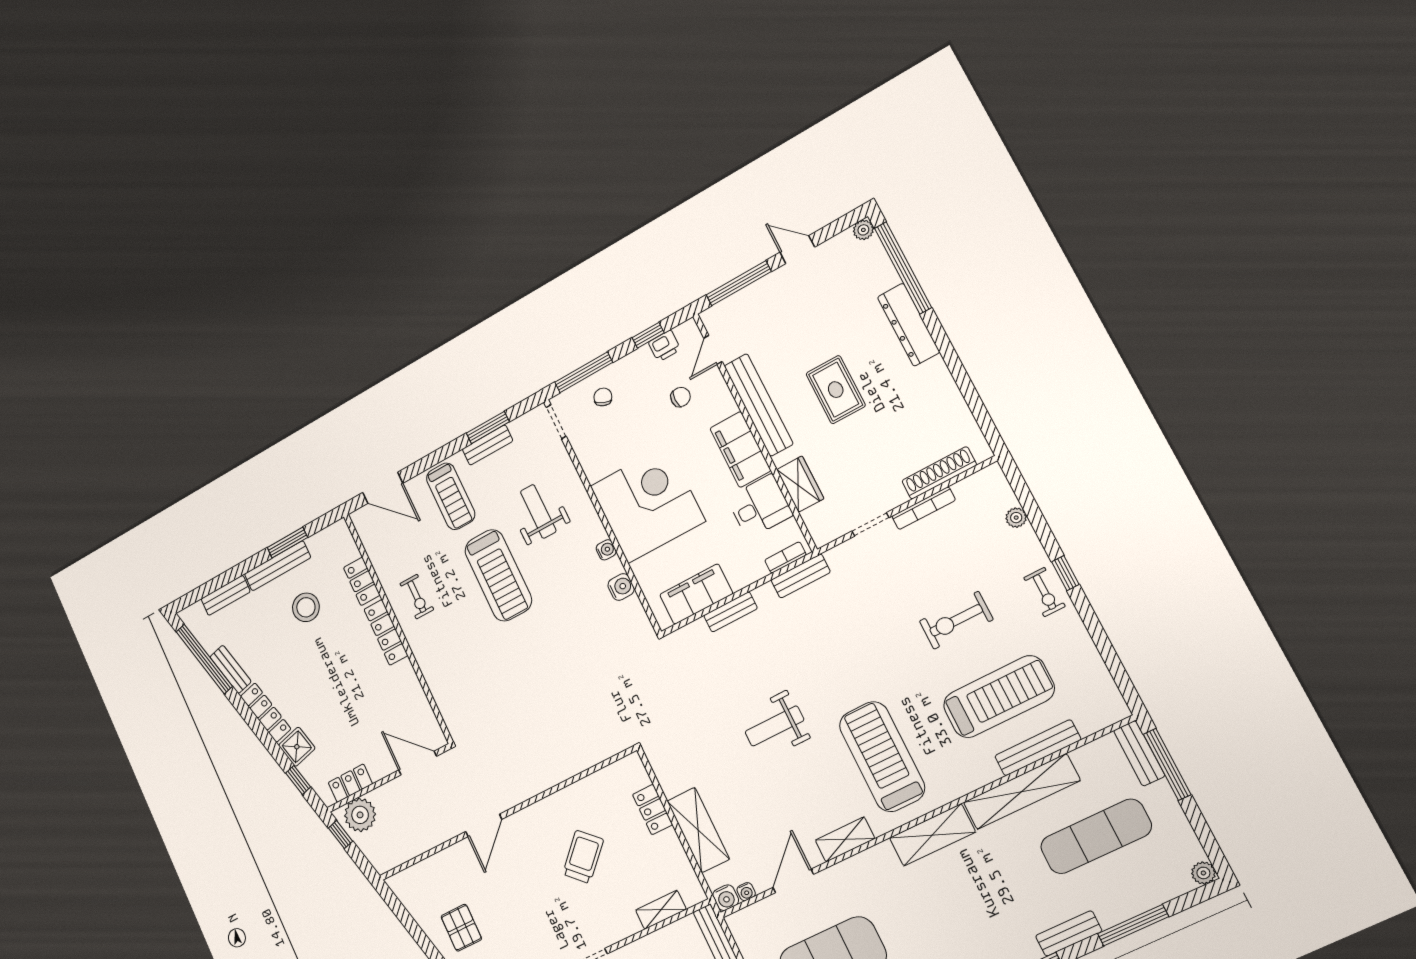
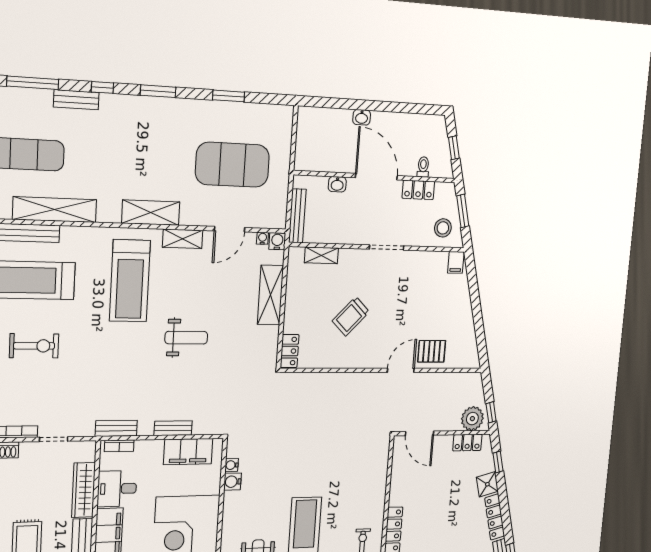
wardrobe: (800, 484) -> (83, 490), width x1.50
water cooler: (606, 550) -> (232, 465), moved
locker: (653, 809) -> (290, 351), moved
shelving: (932, 835) -> (151, 213), moved
pallet: (461, 928) -> (432, 351), moved, turned 90

